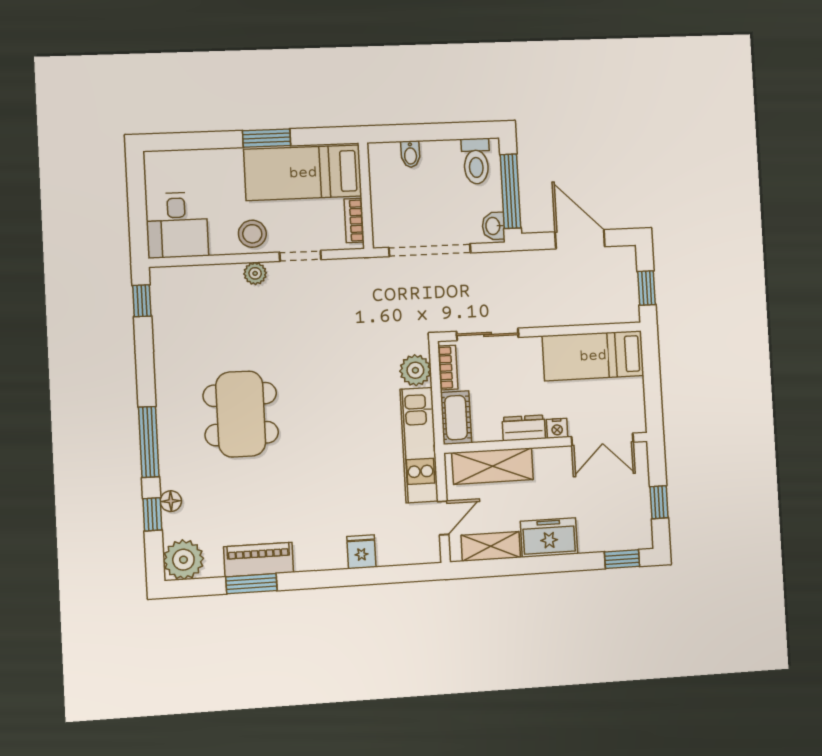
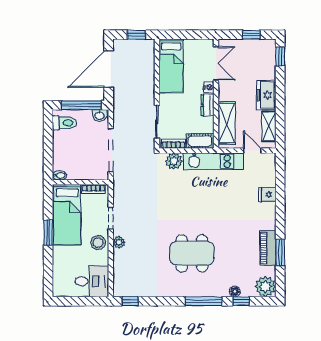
bidet: (410, 154) -> (59, 175), moved
door: (580, 239) -> (109, 69), width x1.36

